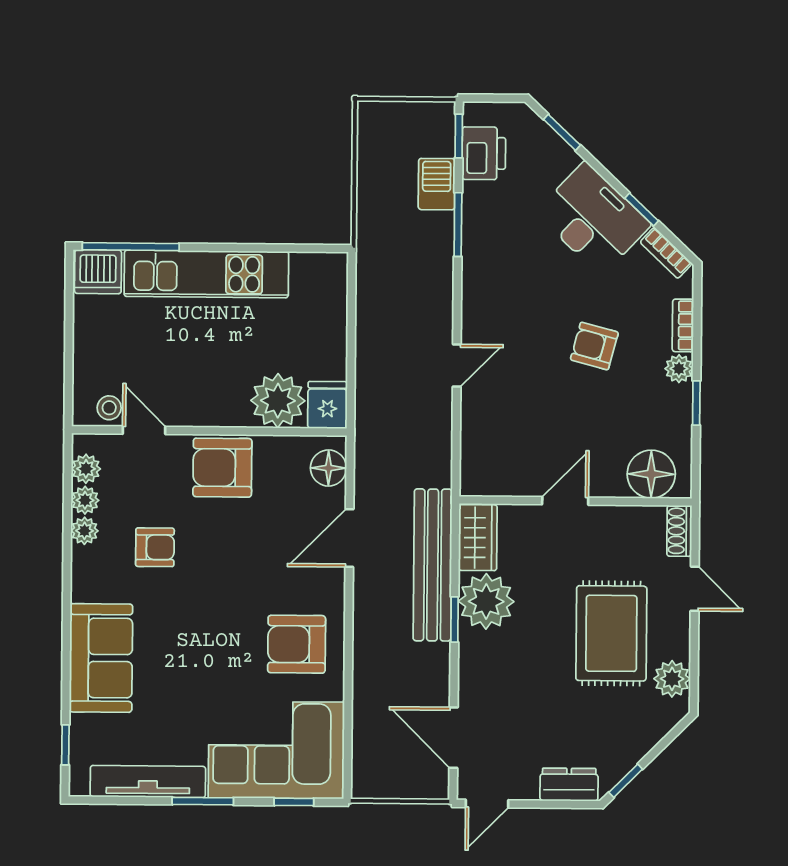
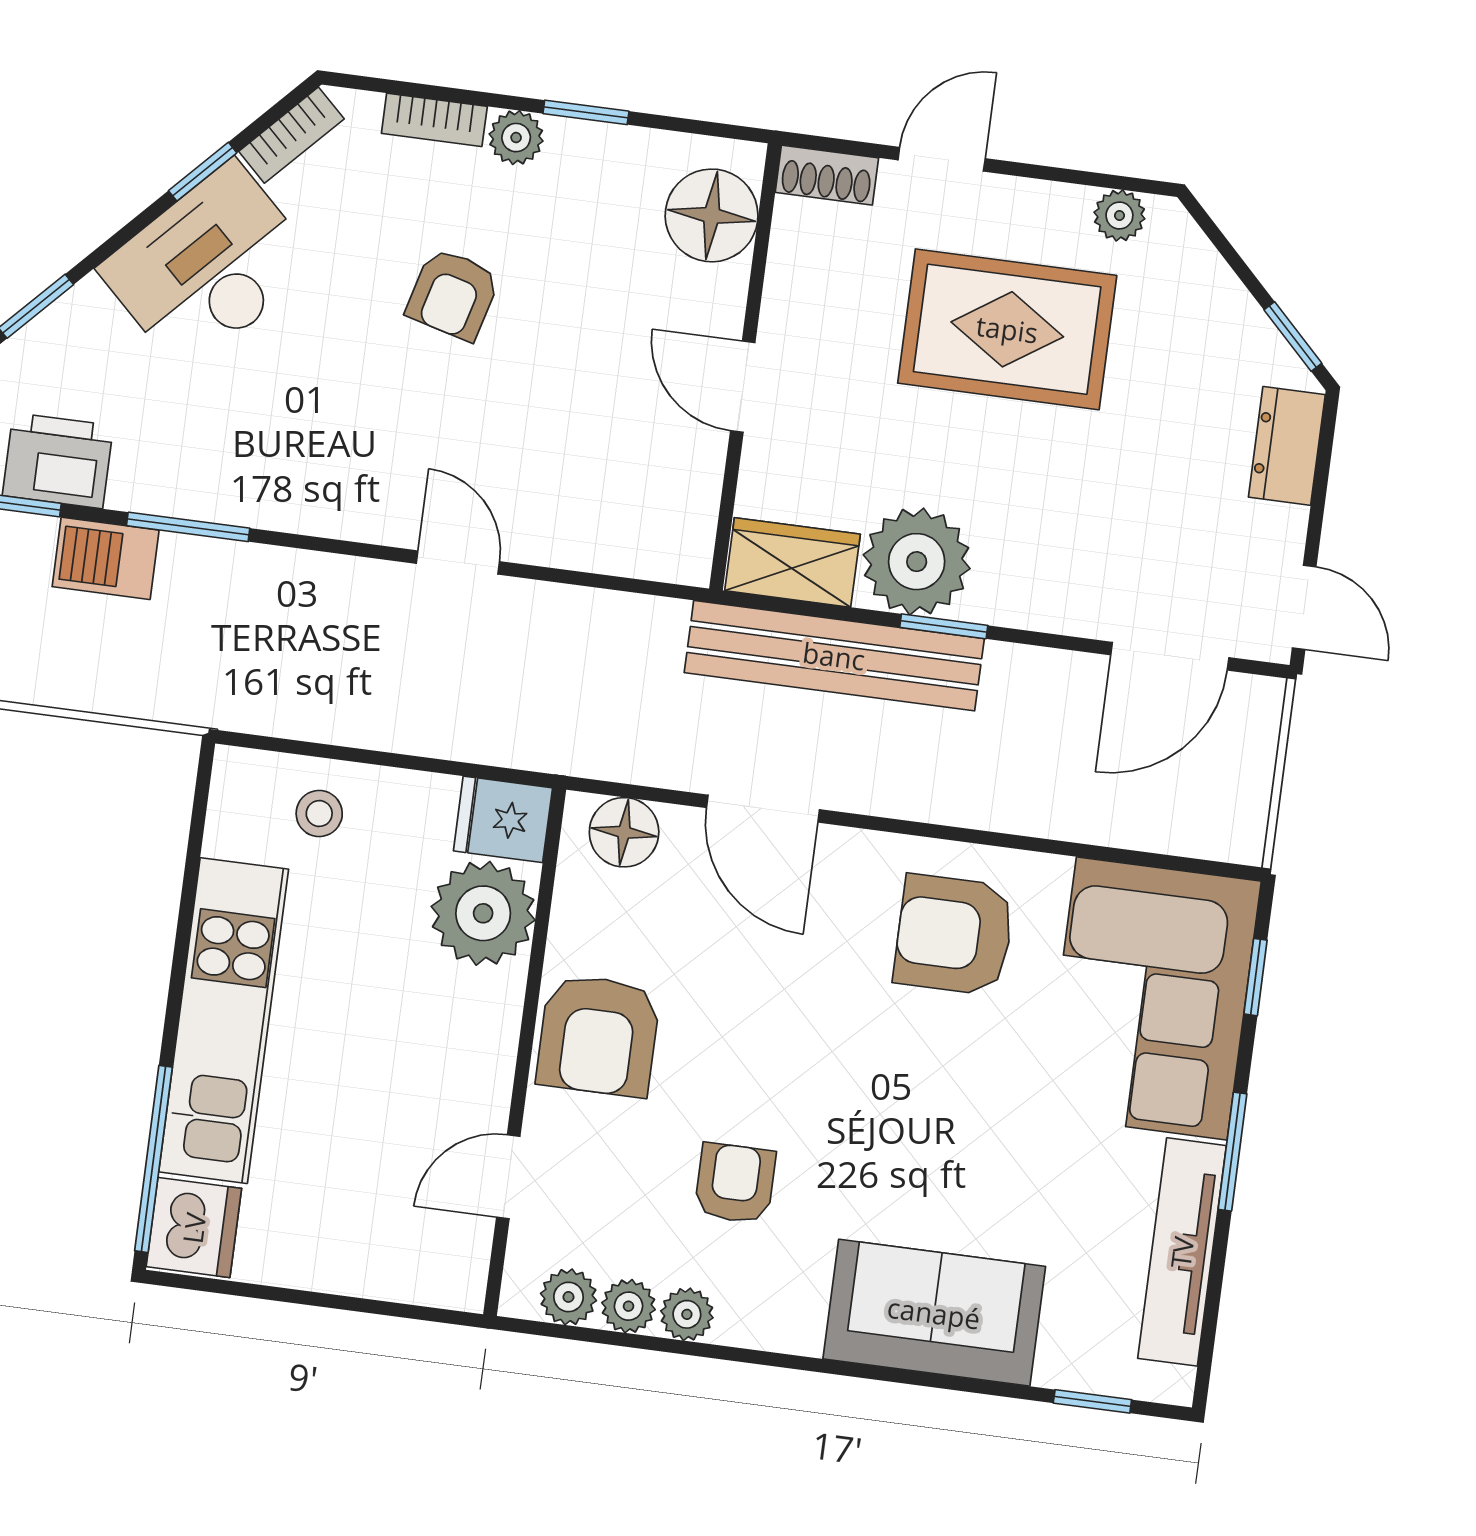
stool: (109, 408) -> (319, 814), moved
armchair: (297, 644) -> (954, 935), turned 90
plant: (672, 679) -> (1119, 215), width x0.73, depth x0.73

